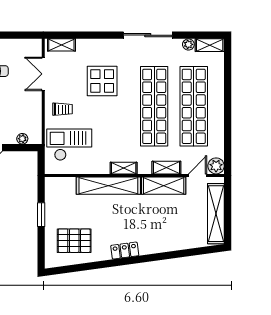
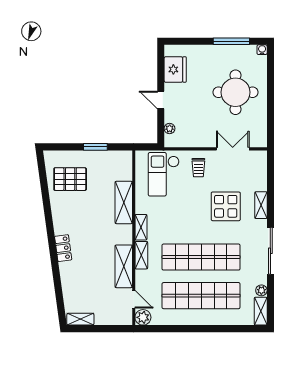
shelving: (61, 45) -> (261, 205), moved
checkout: (69, 145) -> (164, 174), turned 180
shelving: (166, 168) -> (141, 255), moved
shelving: (108, 186) -> (124, 202), width x0.68
shelving: (216, 214) -> (80, 319), width x0.45, depth x0.75
pallet: (74, 241) -> (70, 179), turned 90
locker: (125, 251) -> (63, 248), moved

